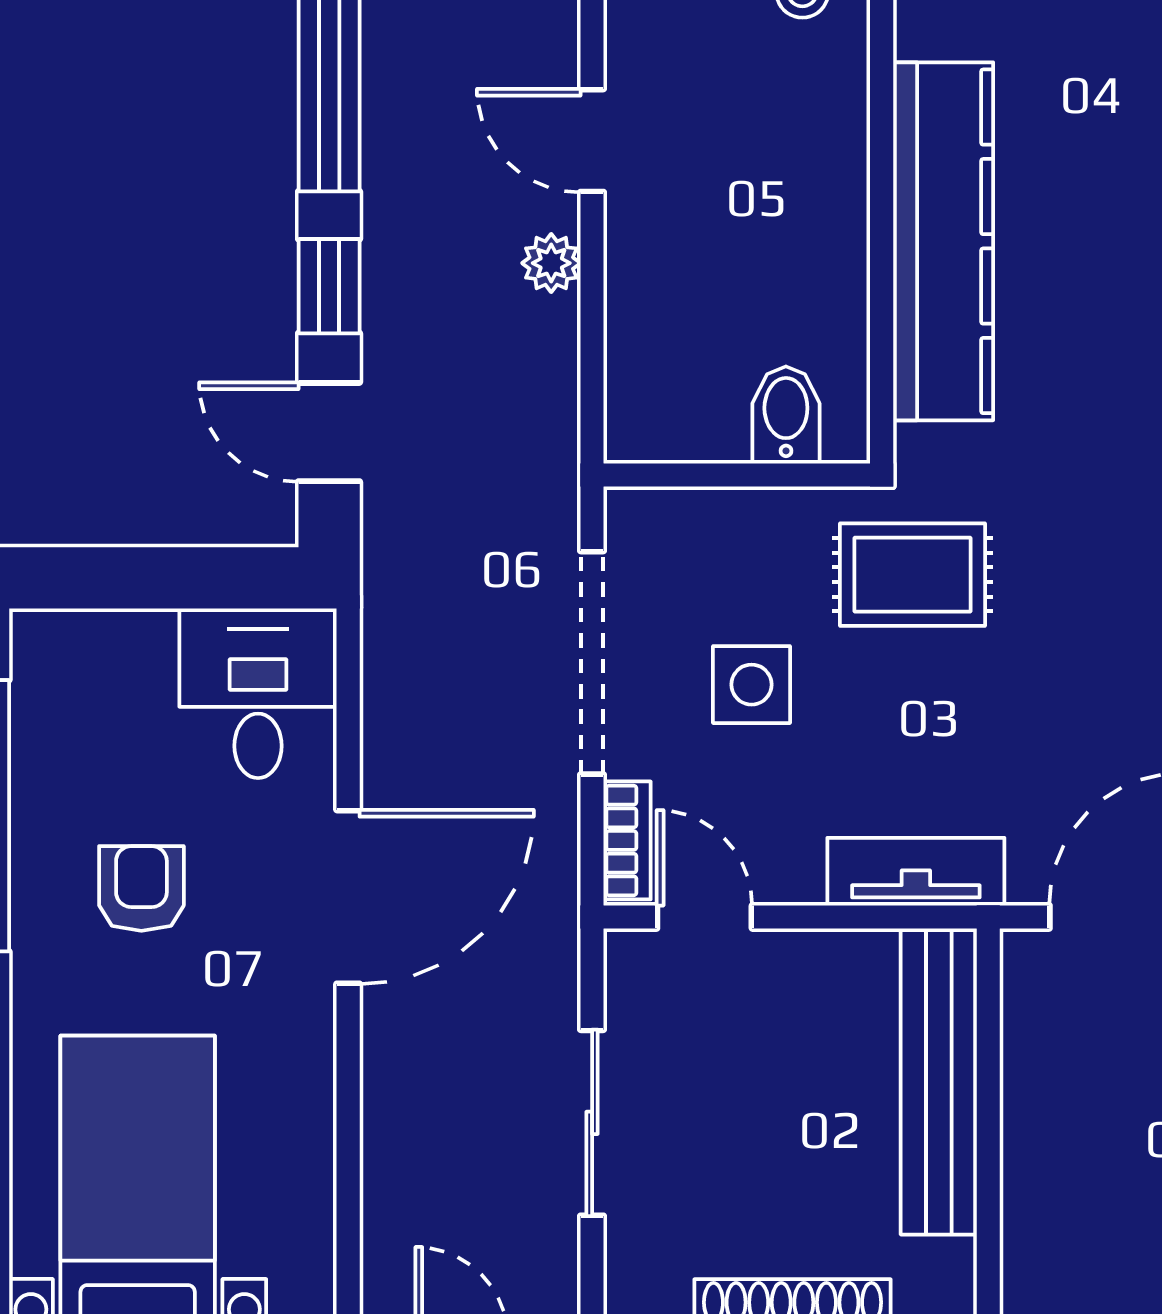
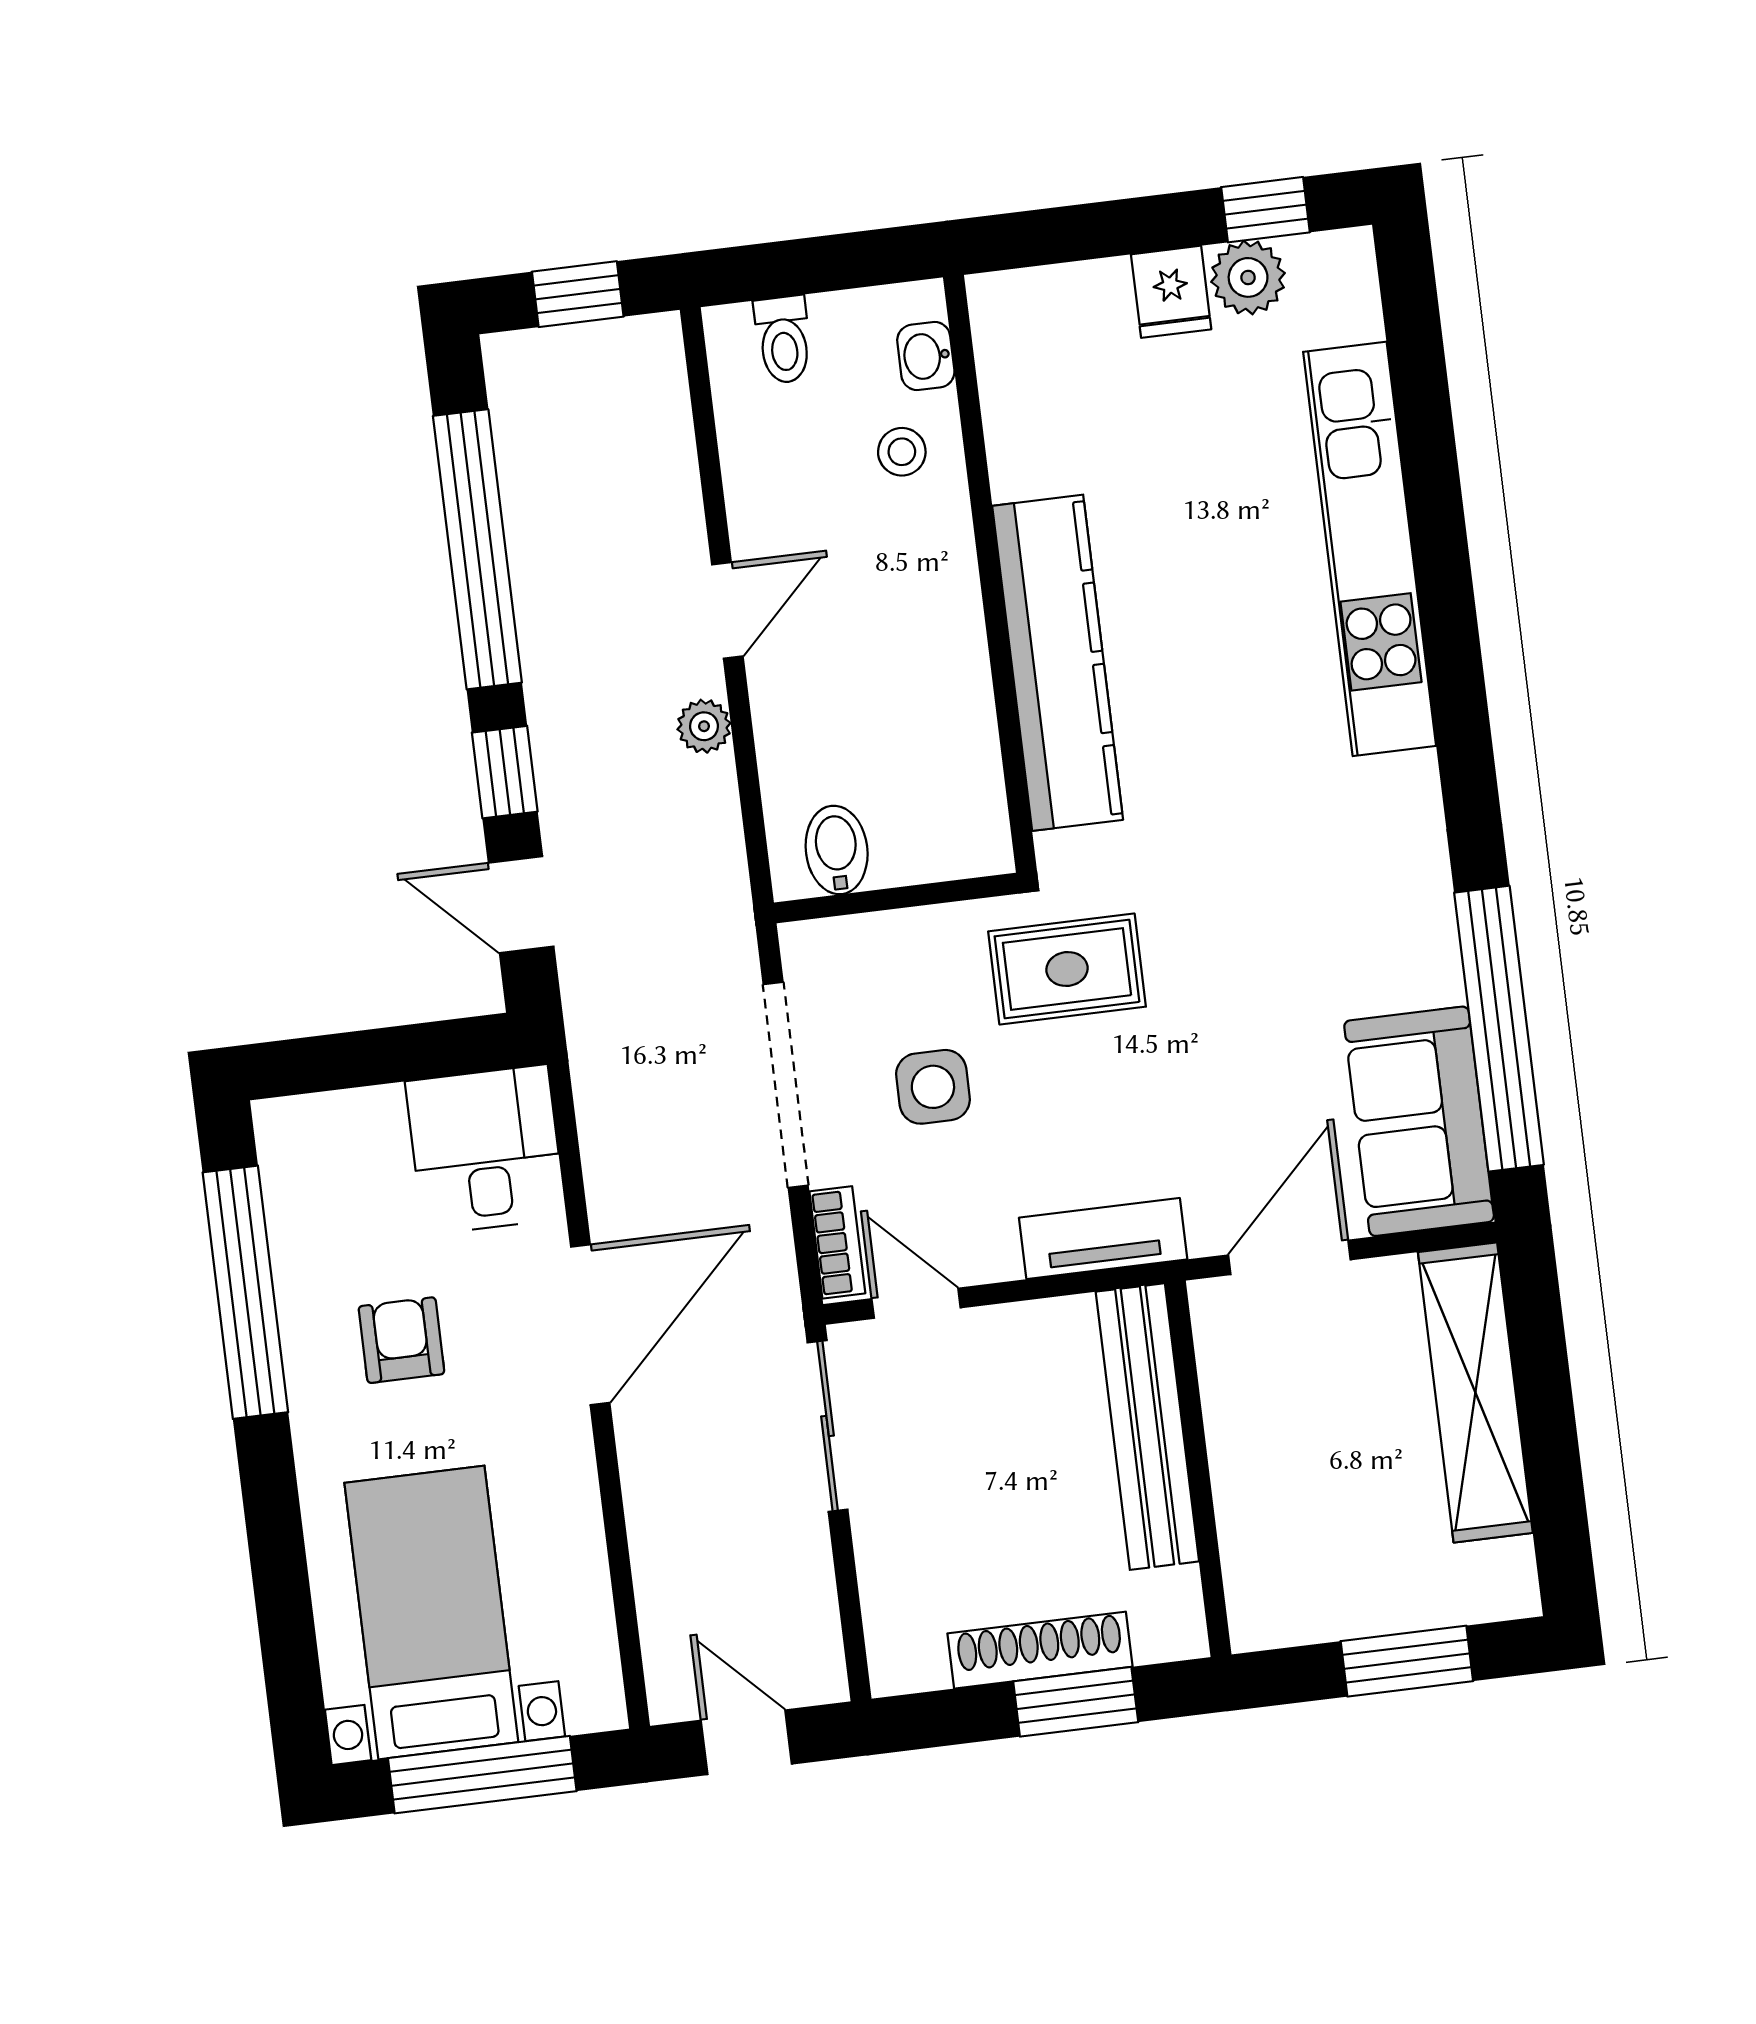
door: (592, 141) -> (727, 610), swing flipped
bidet: (786, 415) -> (837, 850), moved
sliding door: (592, 1123) -> (828, 1426), moved

